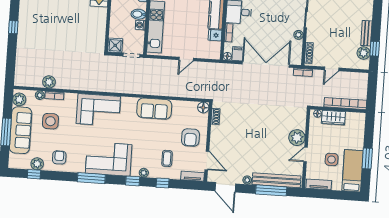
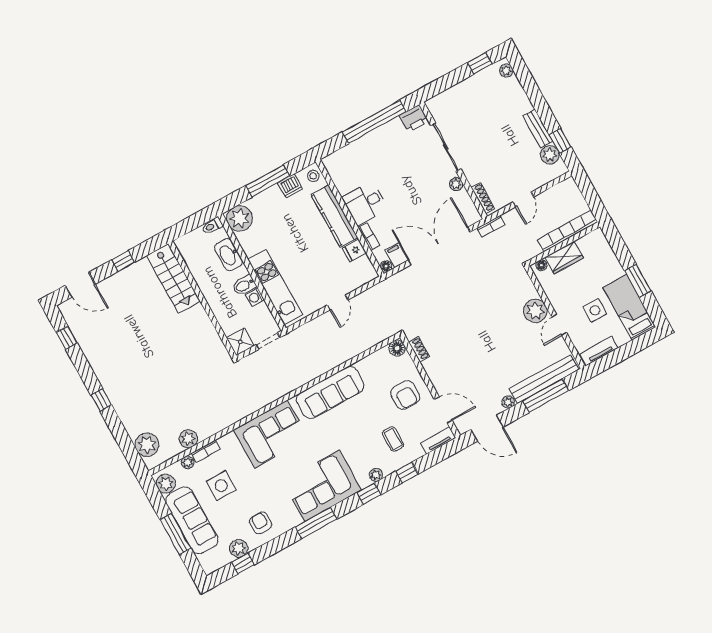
plant: (23, 70) -> (147, 445), added
sofa: (154, 109) -> (330, 393), width x1.36

